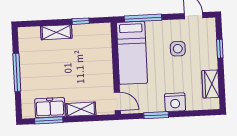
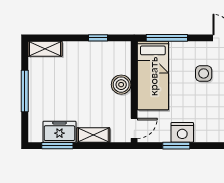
shelving: (56, 32) -> (45, 49), moved
boiler: (104, 62) -> (121, 85), added
door: (117, 101) -> (134, 128), hinge flipped
nightstand: (175, 102) -> (182, 132), moved

